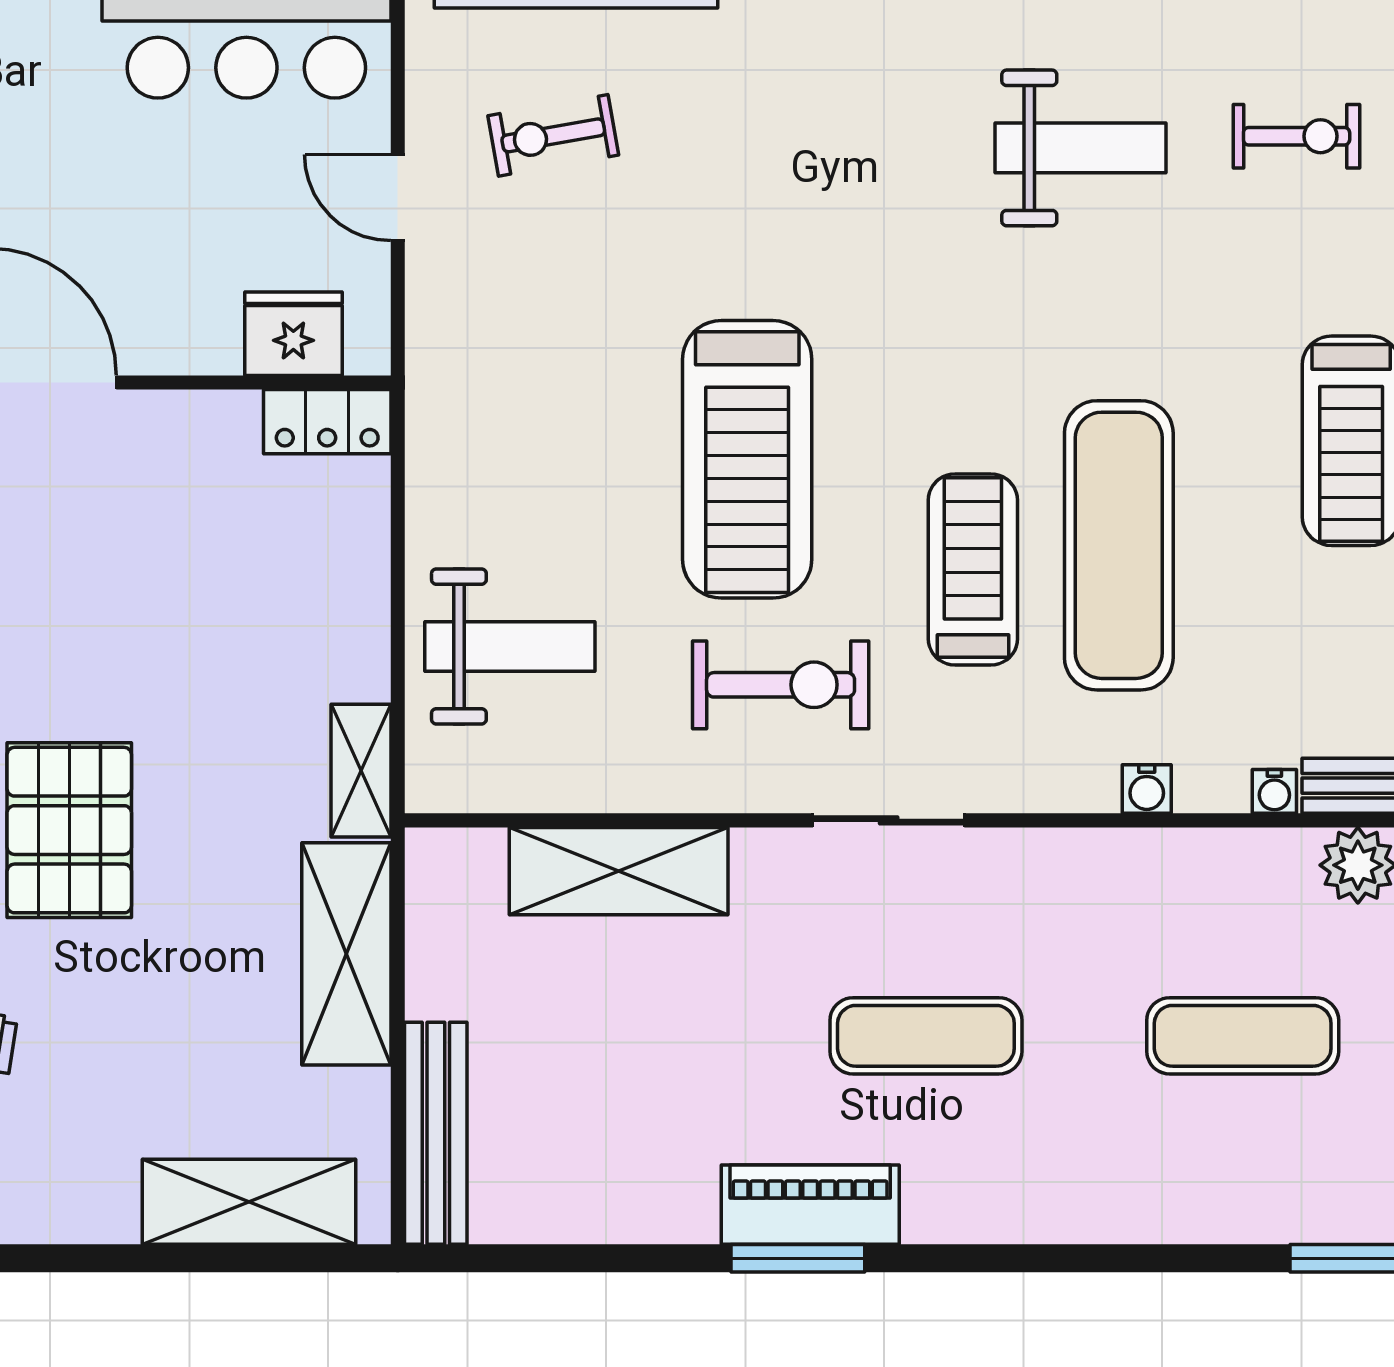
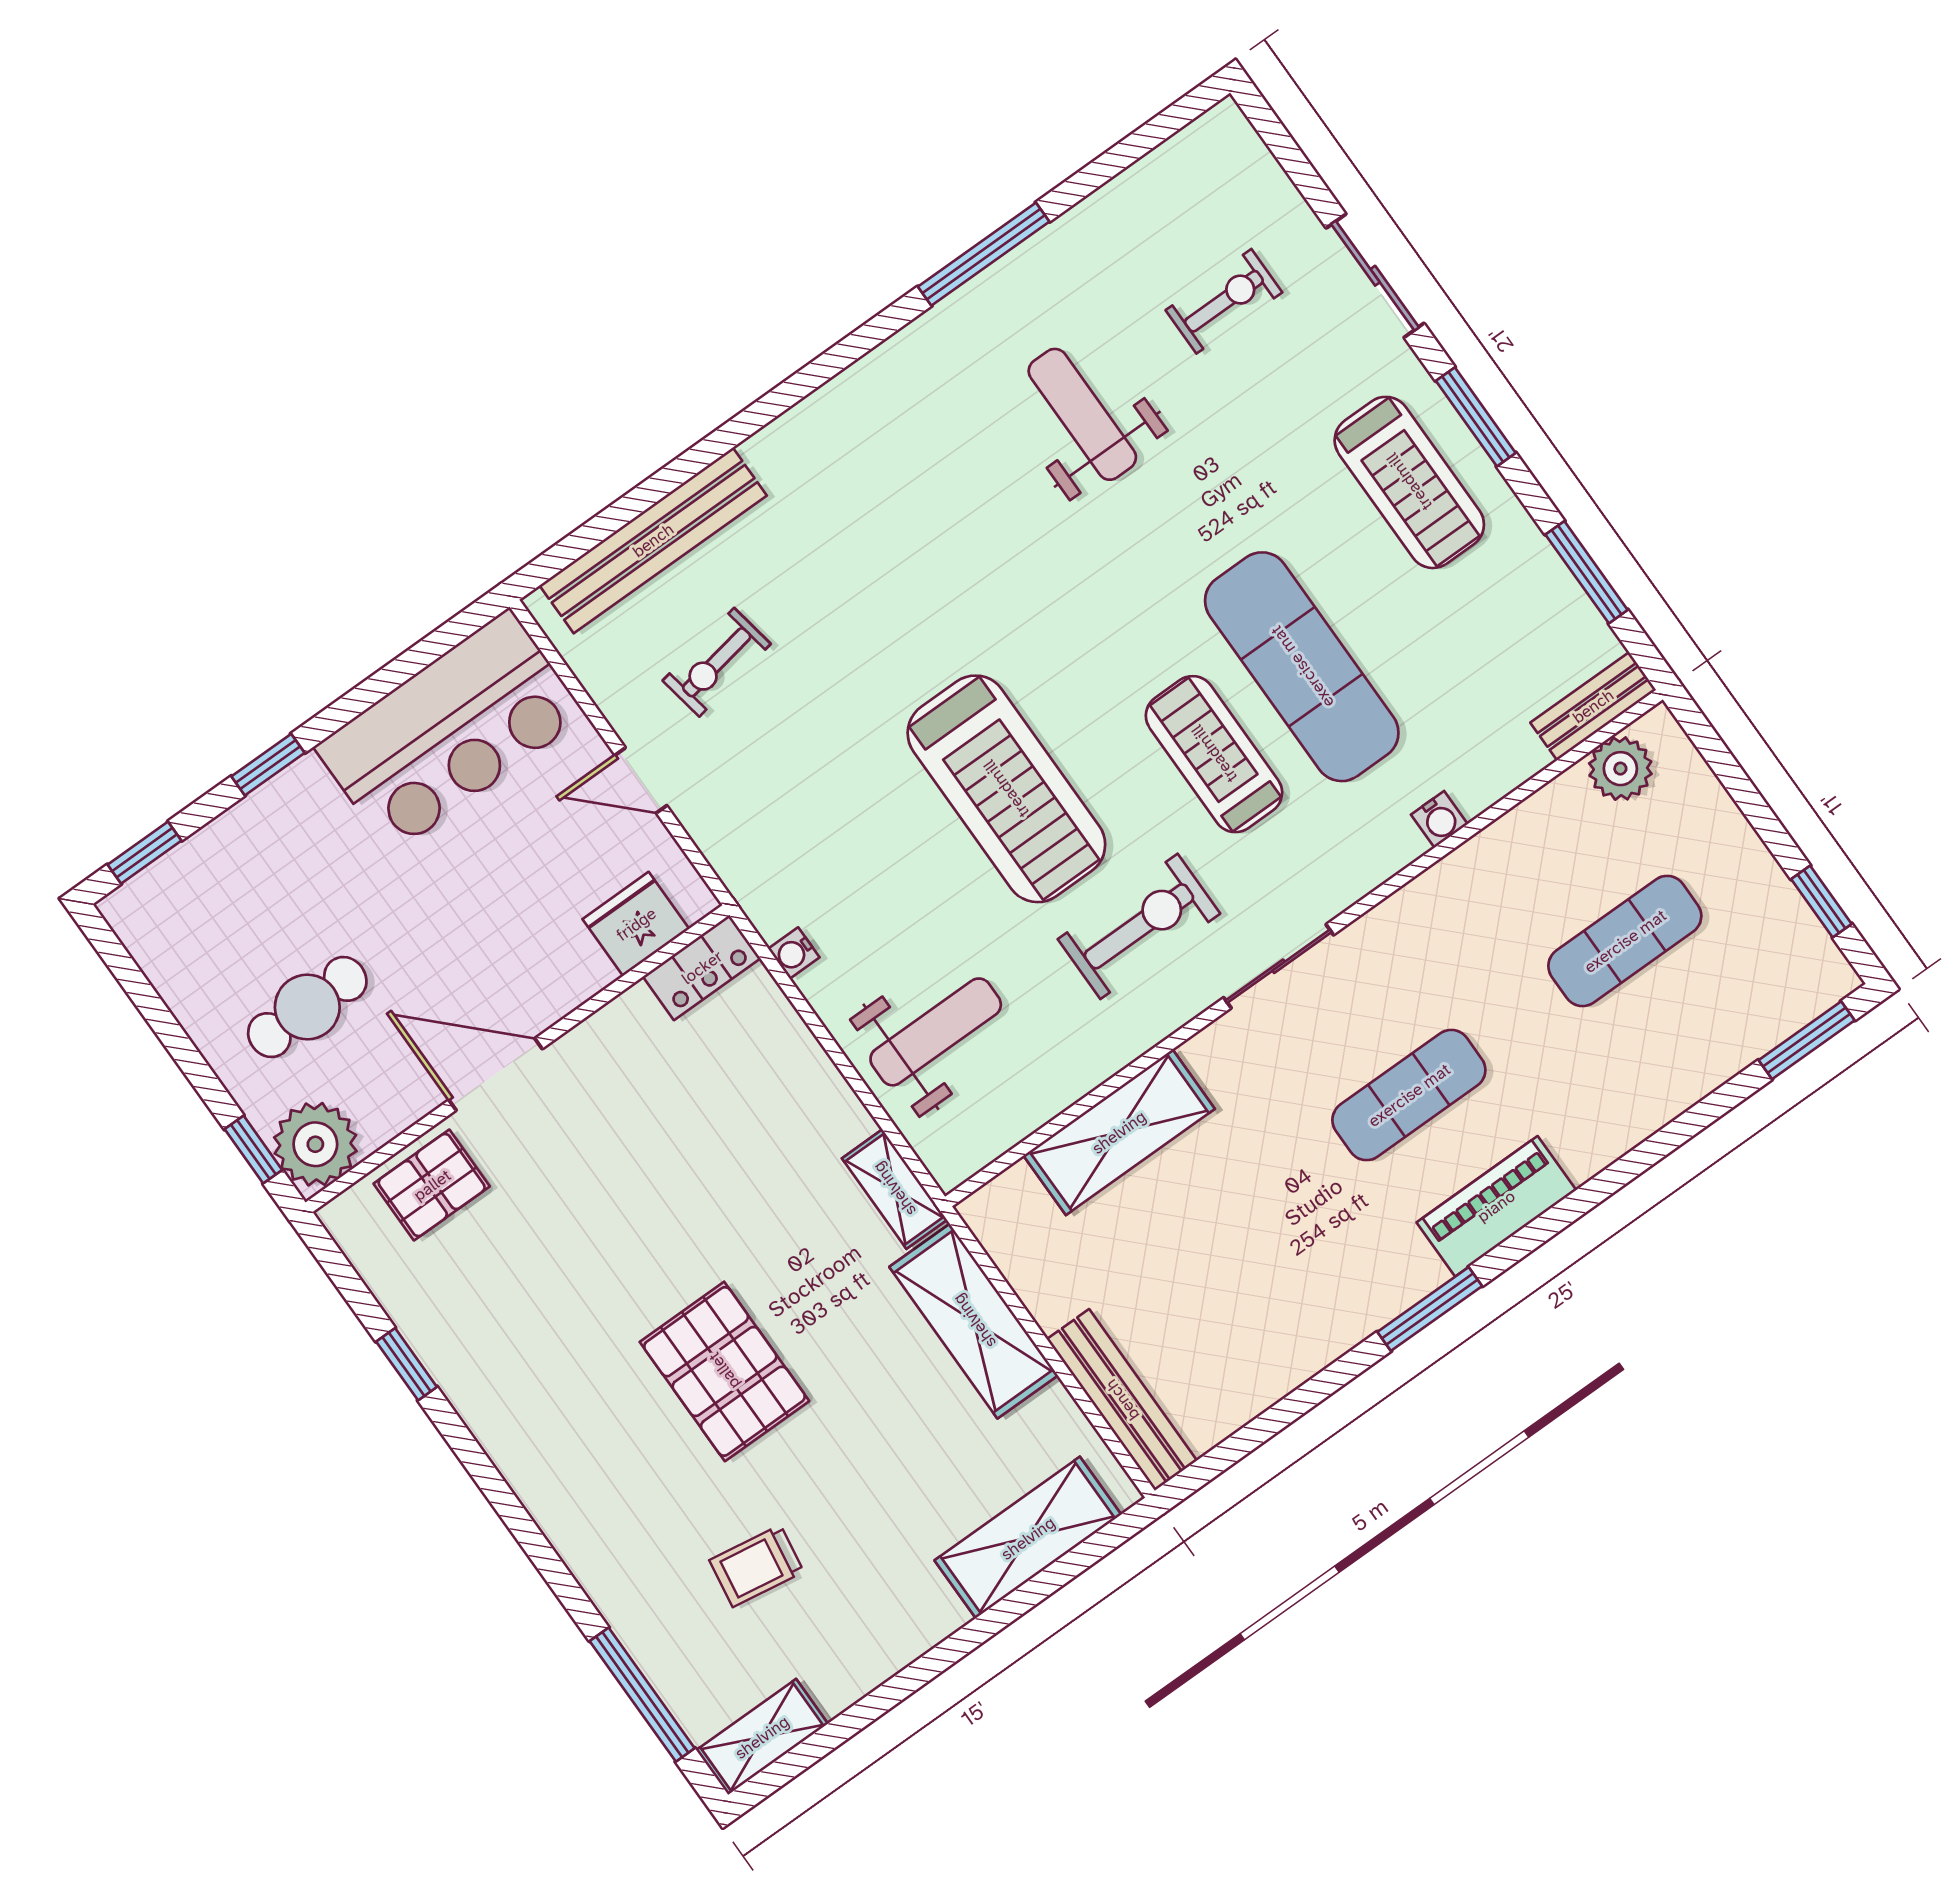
weight bench: (1081, 148) -> (1082, 414), turned -90
water cooler: (1274, 791) -> (794, 953), moved, turned 90
piano: (810, 1205) -> (1496, 1206), moved

